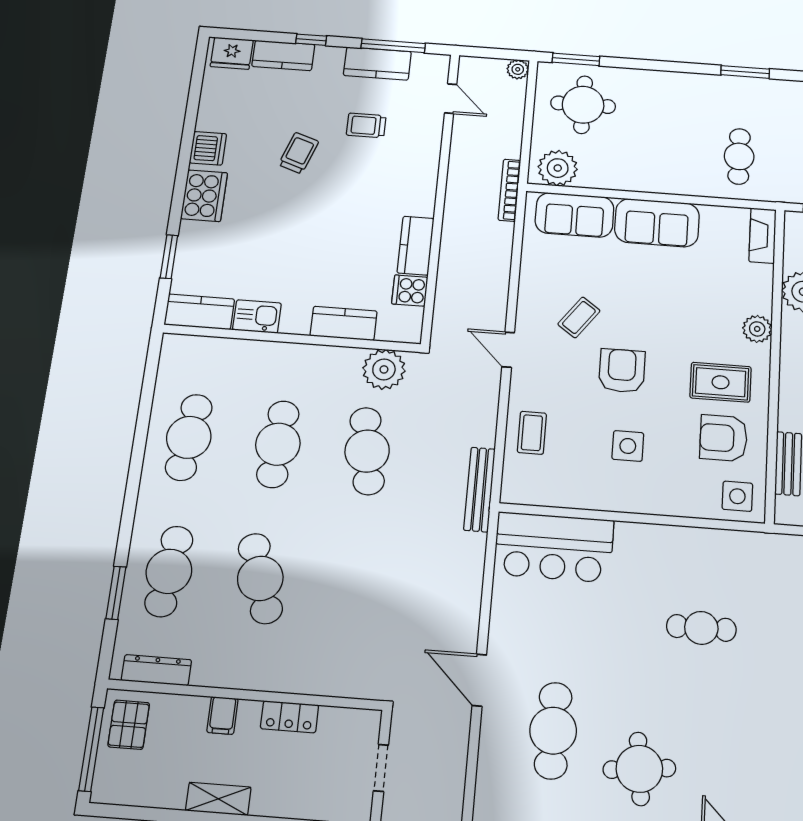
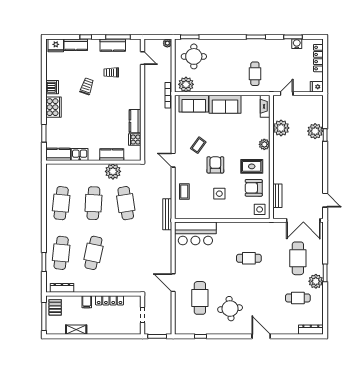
plant: (384, 369) -> (113, 171), moved
cafe table: (260, 578) -> (93, 253), turned 30
locker: (290, 717) -> (110, 300), width x1.53
shelving: (218, 799) -> (76, 330), moved

